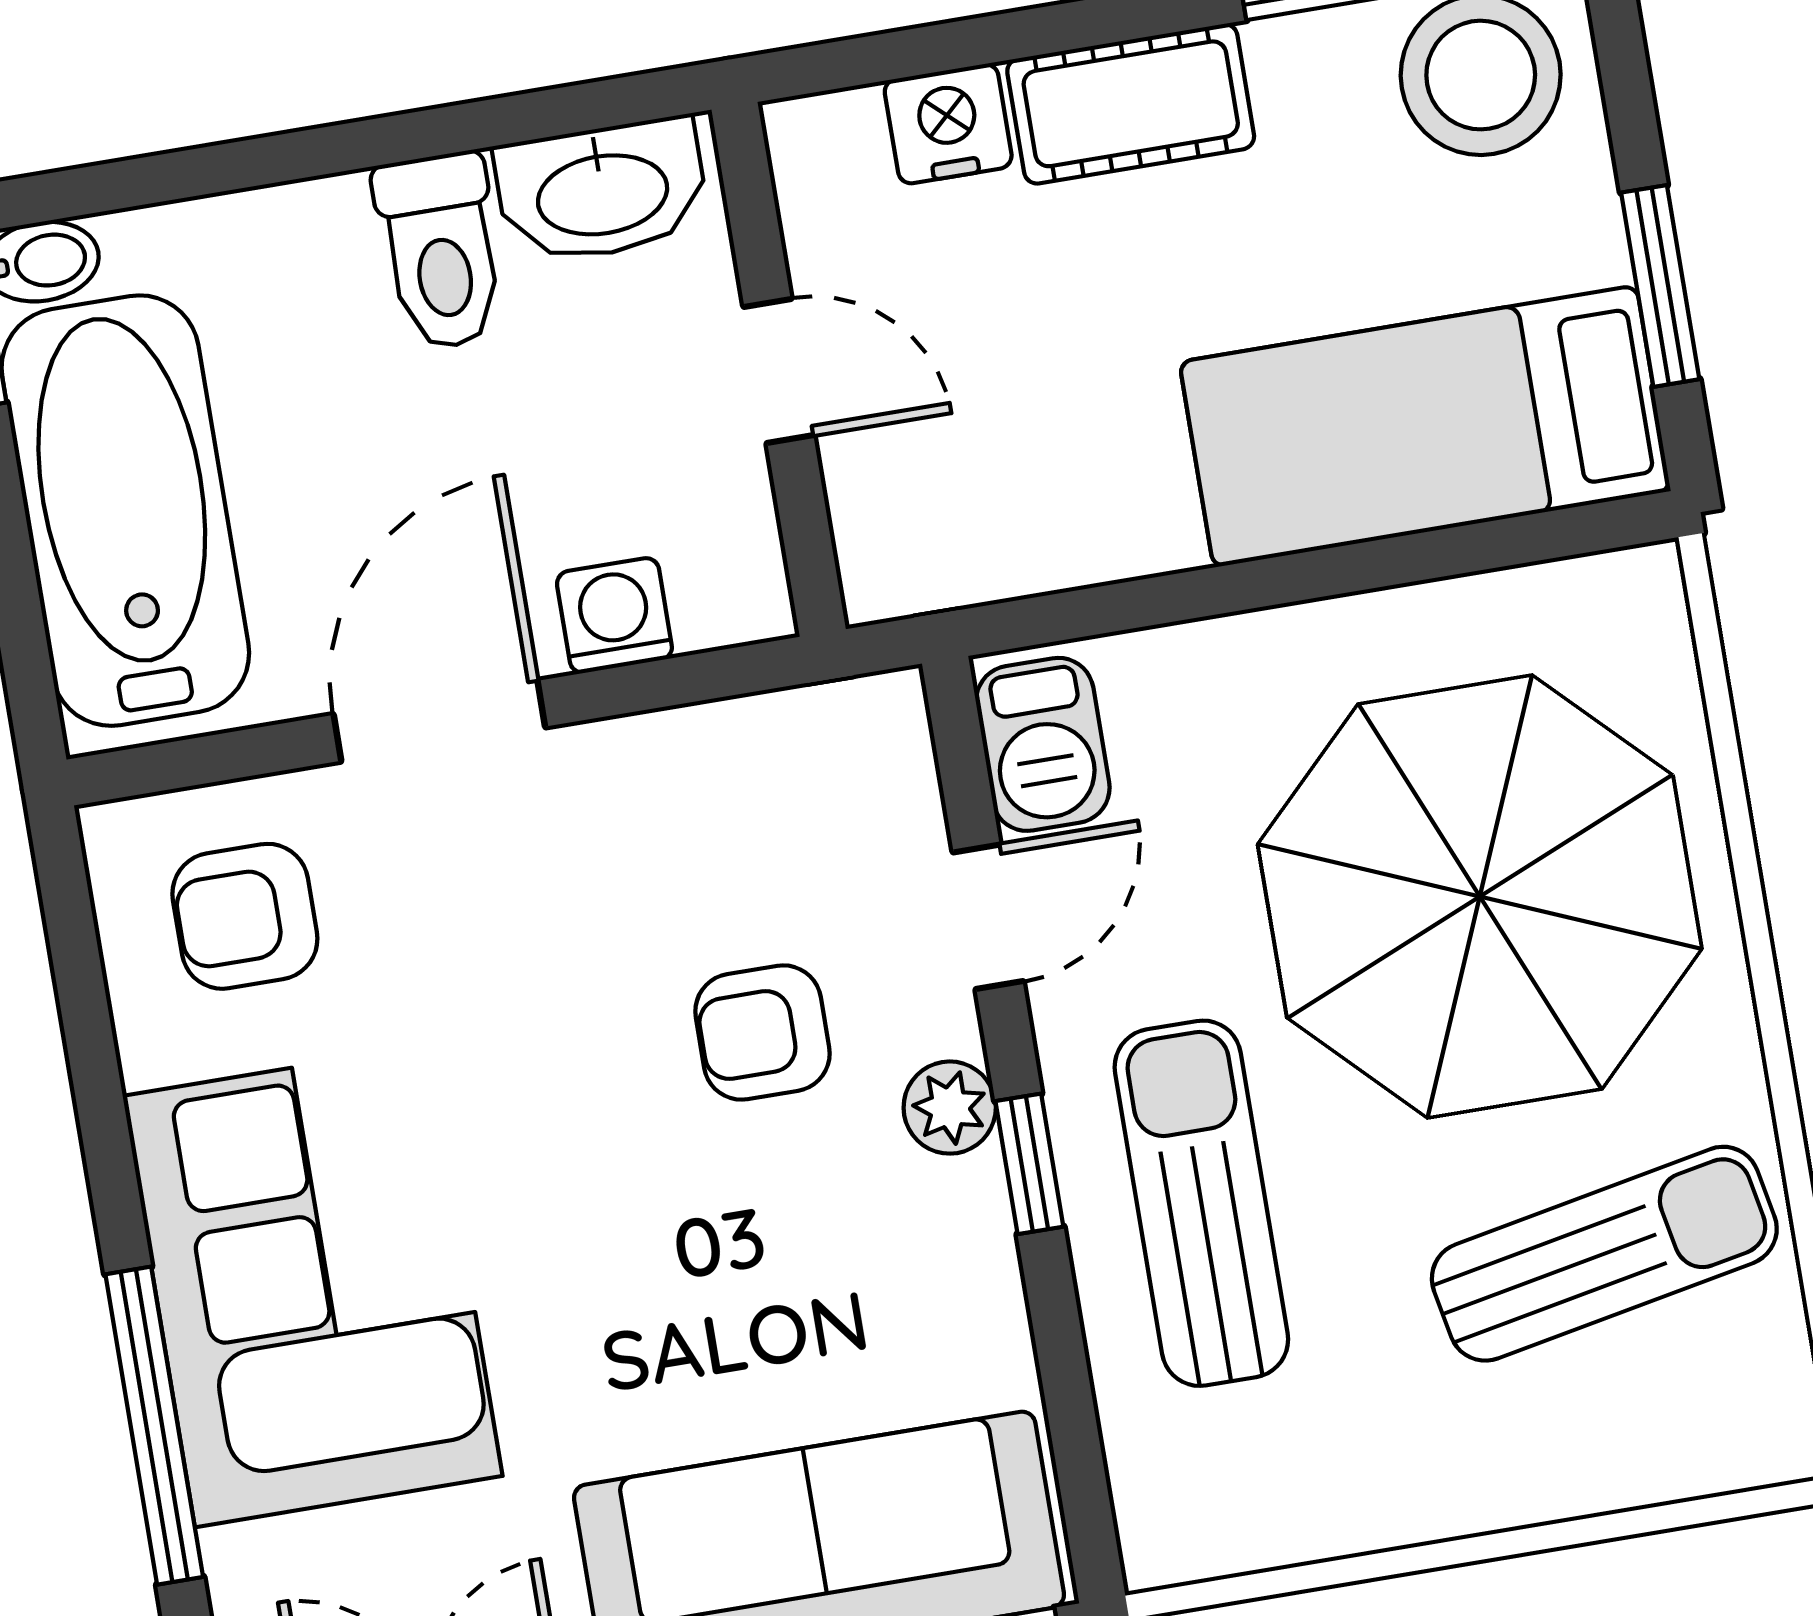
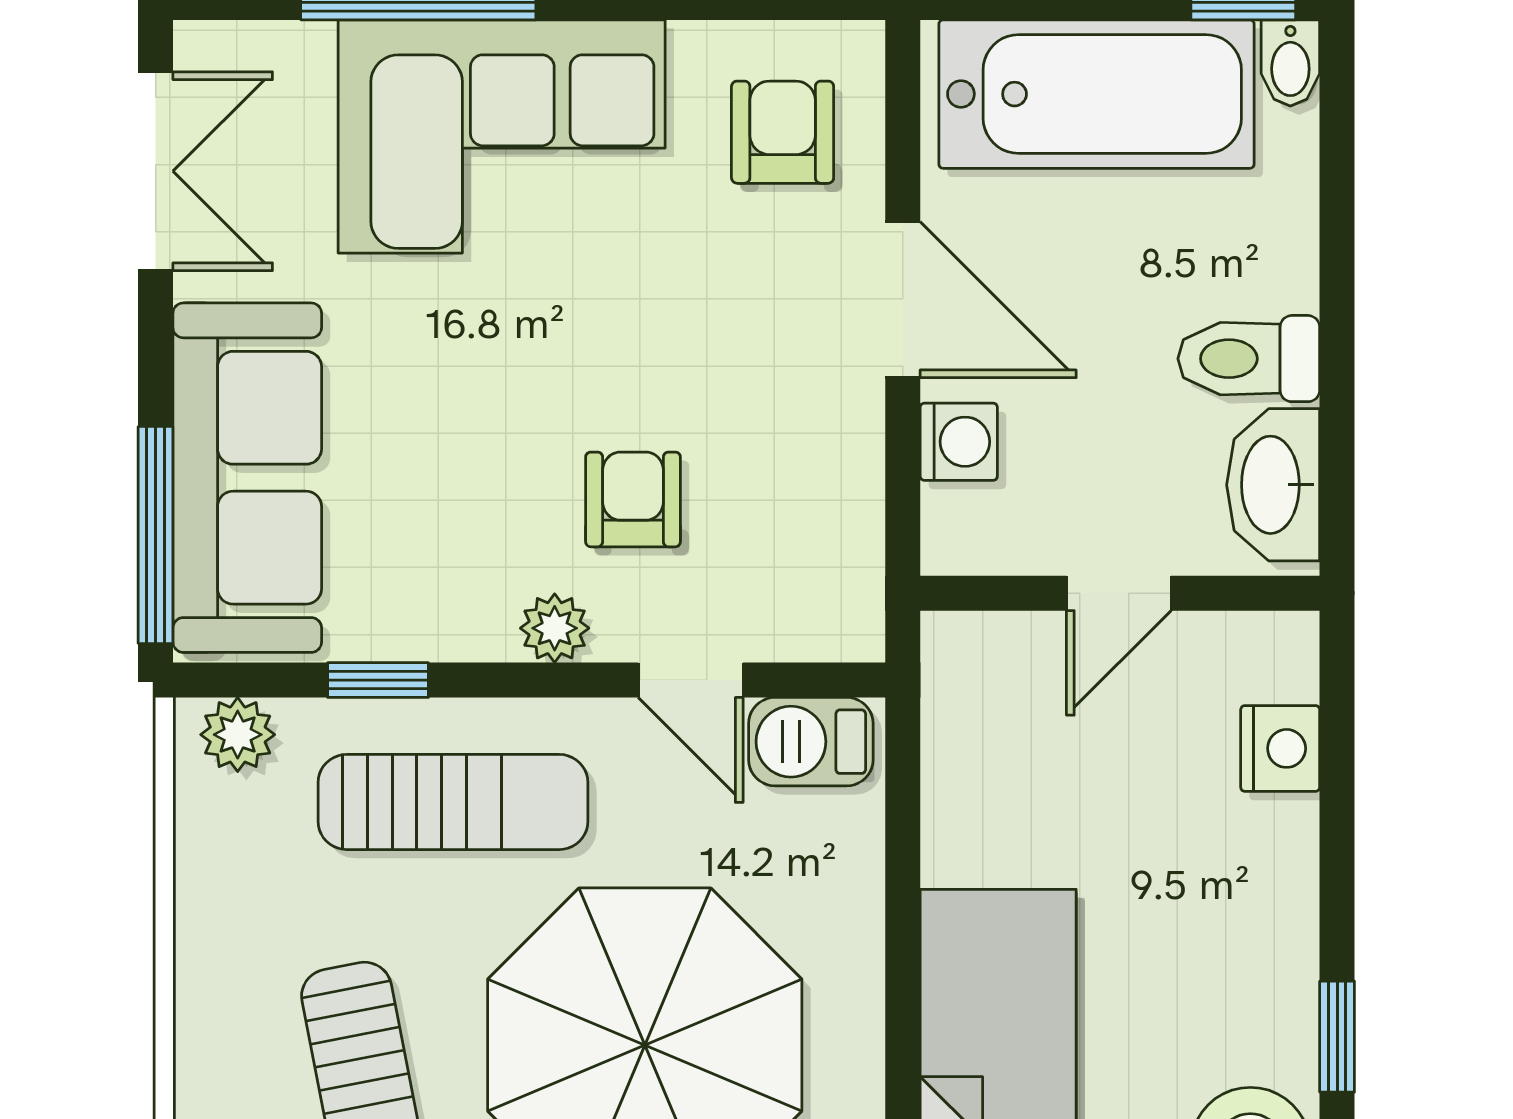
cot: (1131, 104) -> (1272, 886), removed
window: (1029, 1164) -> (378, 680), moved
plant: (1160, 1502) -> (238, 735), added

